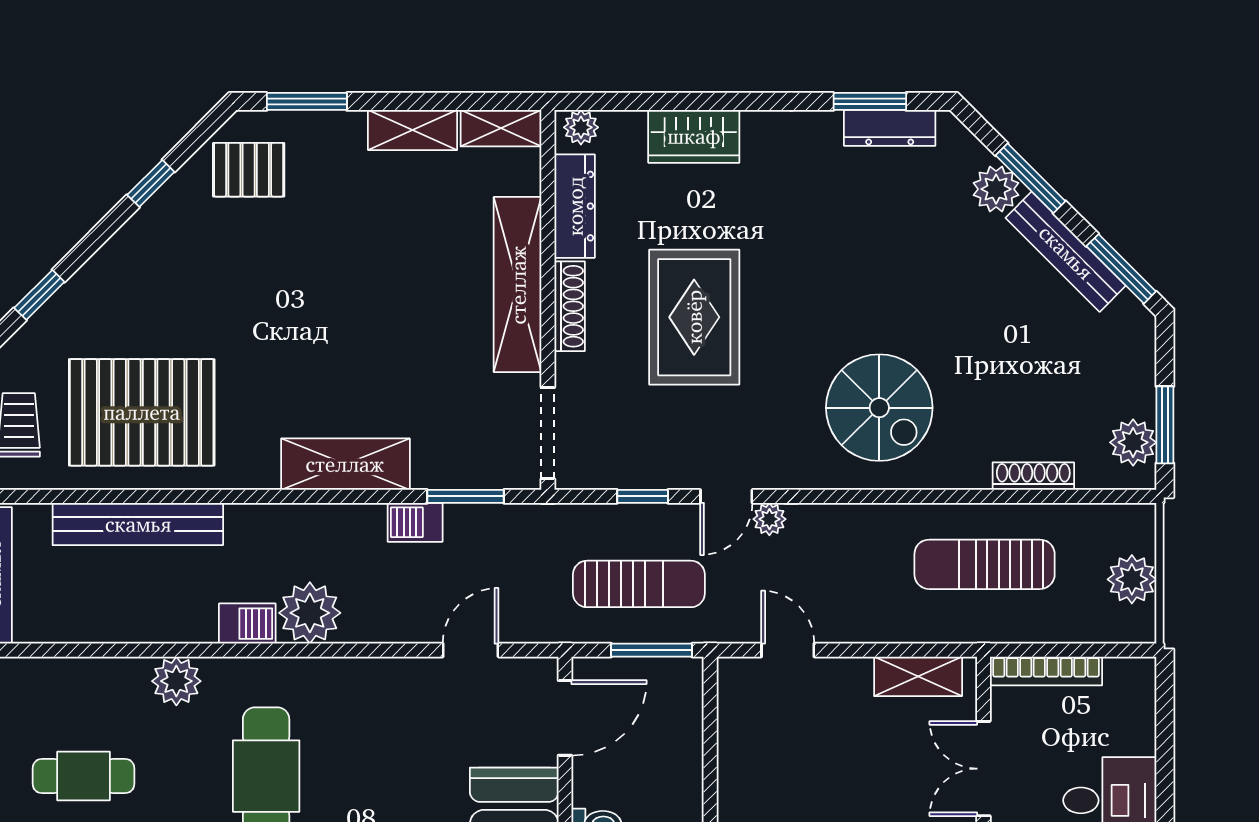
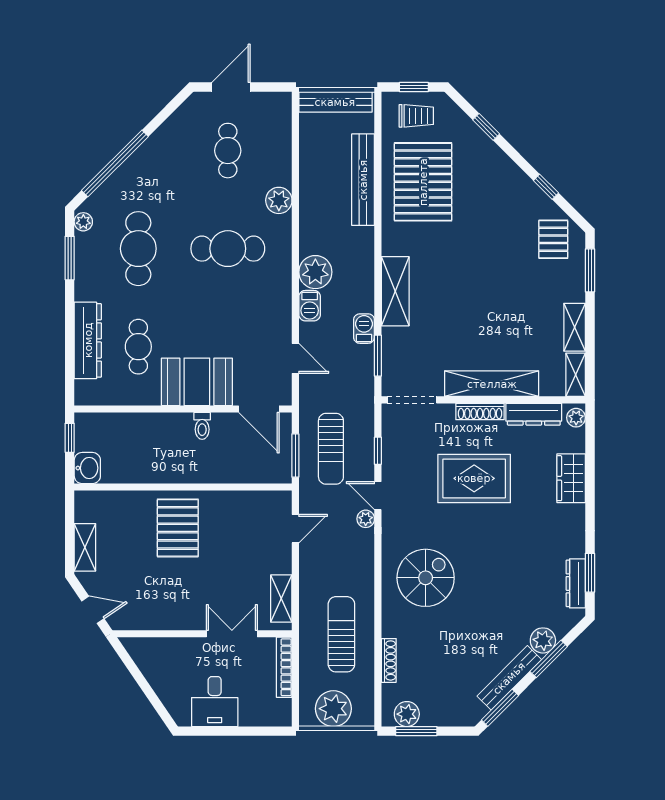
spiral stairs: (879, 408) -> (426, 578), turned 180
plant: (1132, 579) -> (333, 709), width x1.36, depth x1.36
barbecue: (247, 624) -> (310, 306), moved

